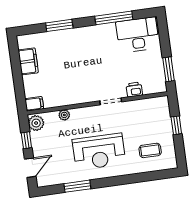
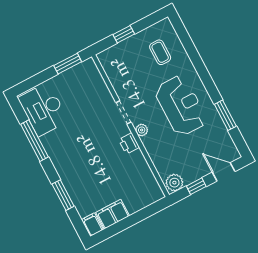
printer: (134, 90) -> (129, 143), moved
filing cabinet: (34, 104) -> (92, 225), moved
plant: (64, 115) -> (142, 130), moved

